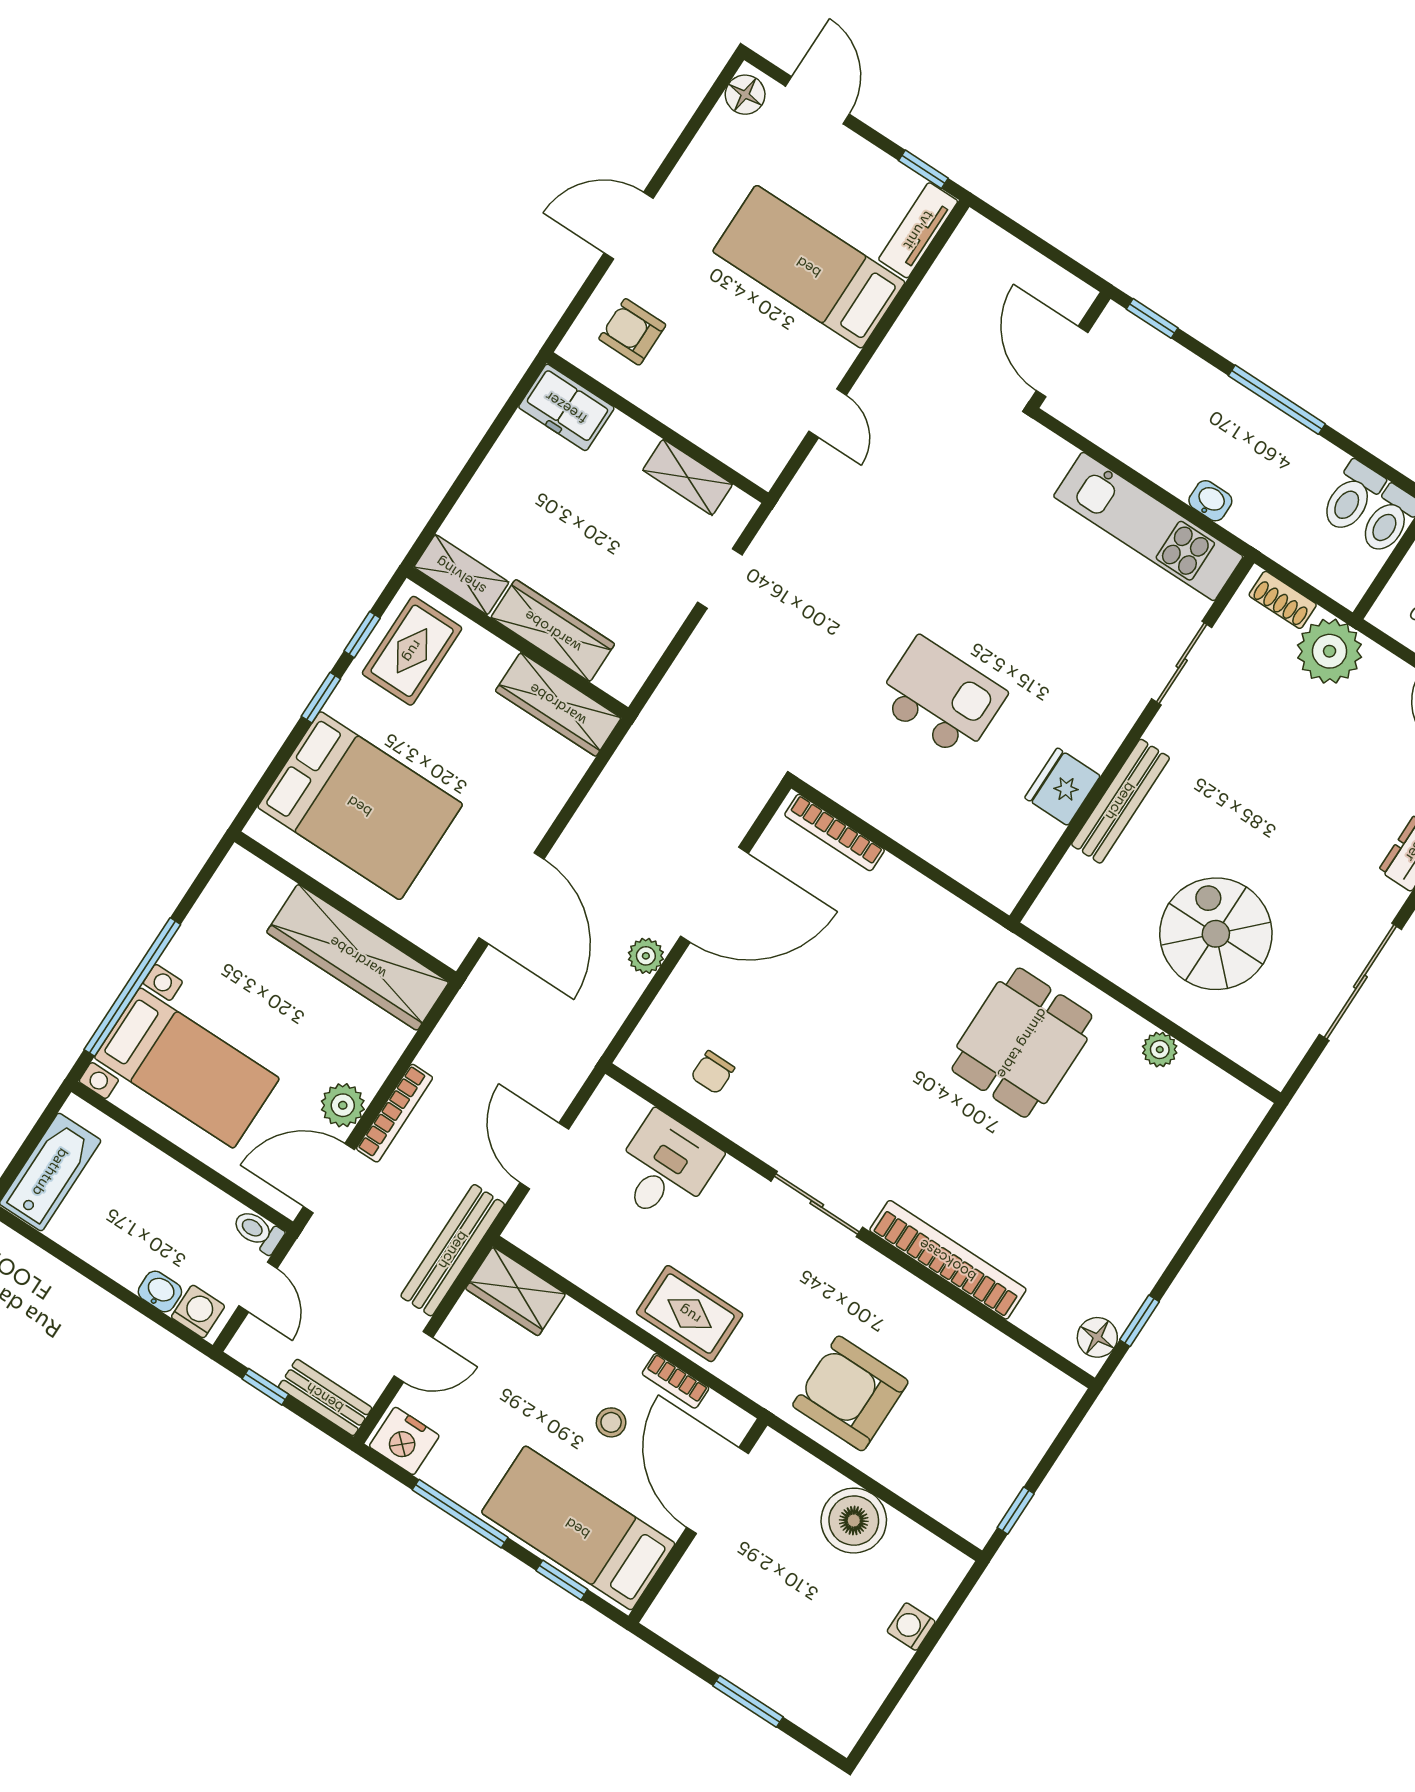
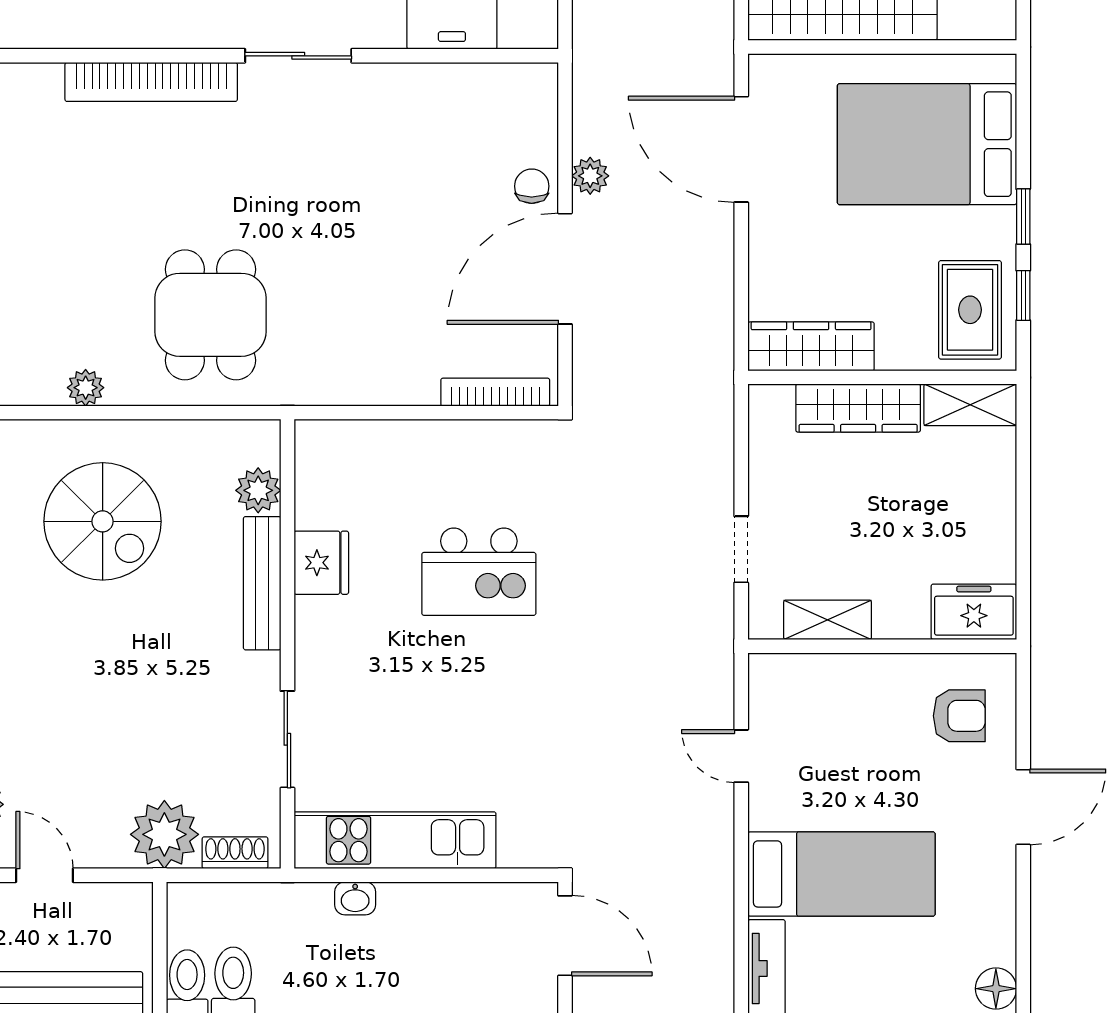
plant: (1075, 877) -> (258, 490), added
chair: (713, 1072) -> (532, 186), moved

